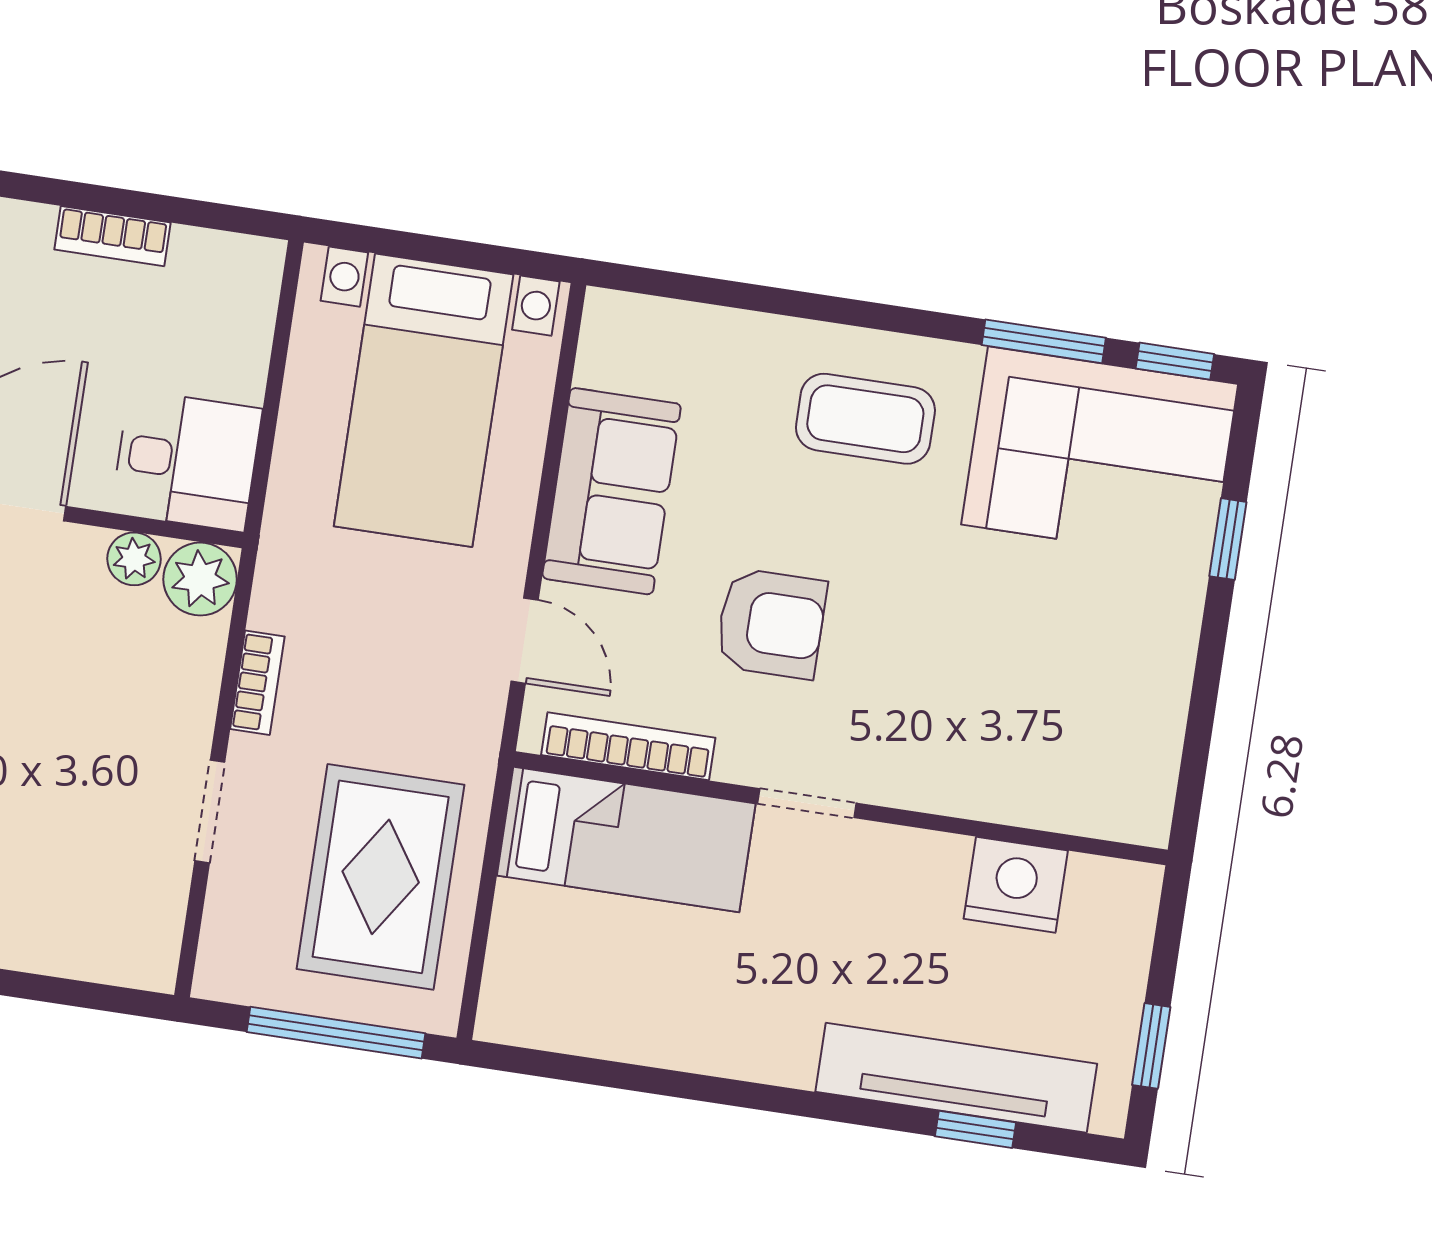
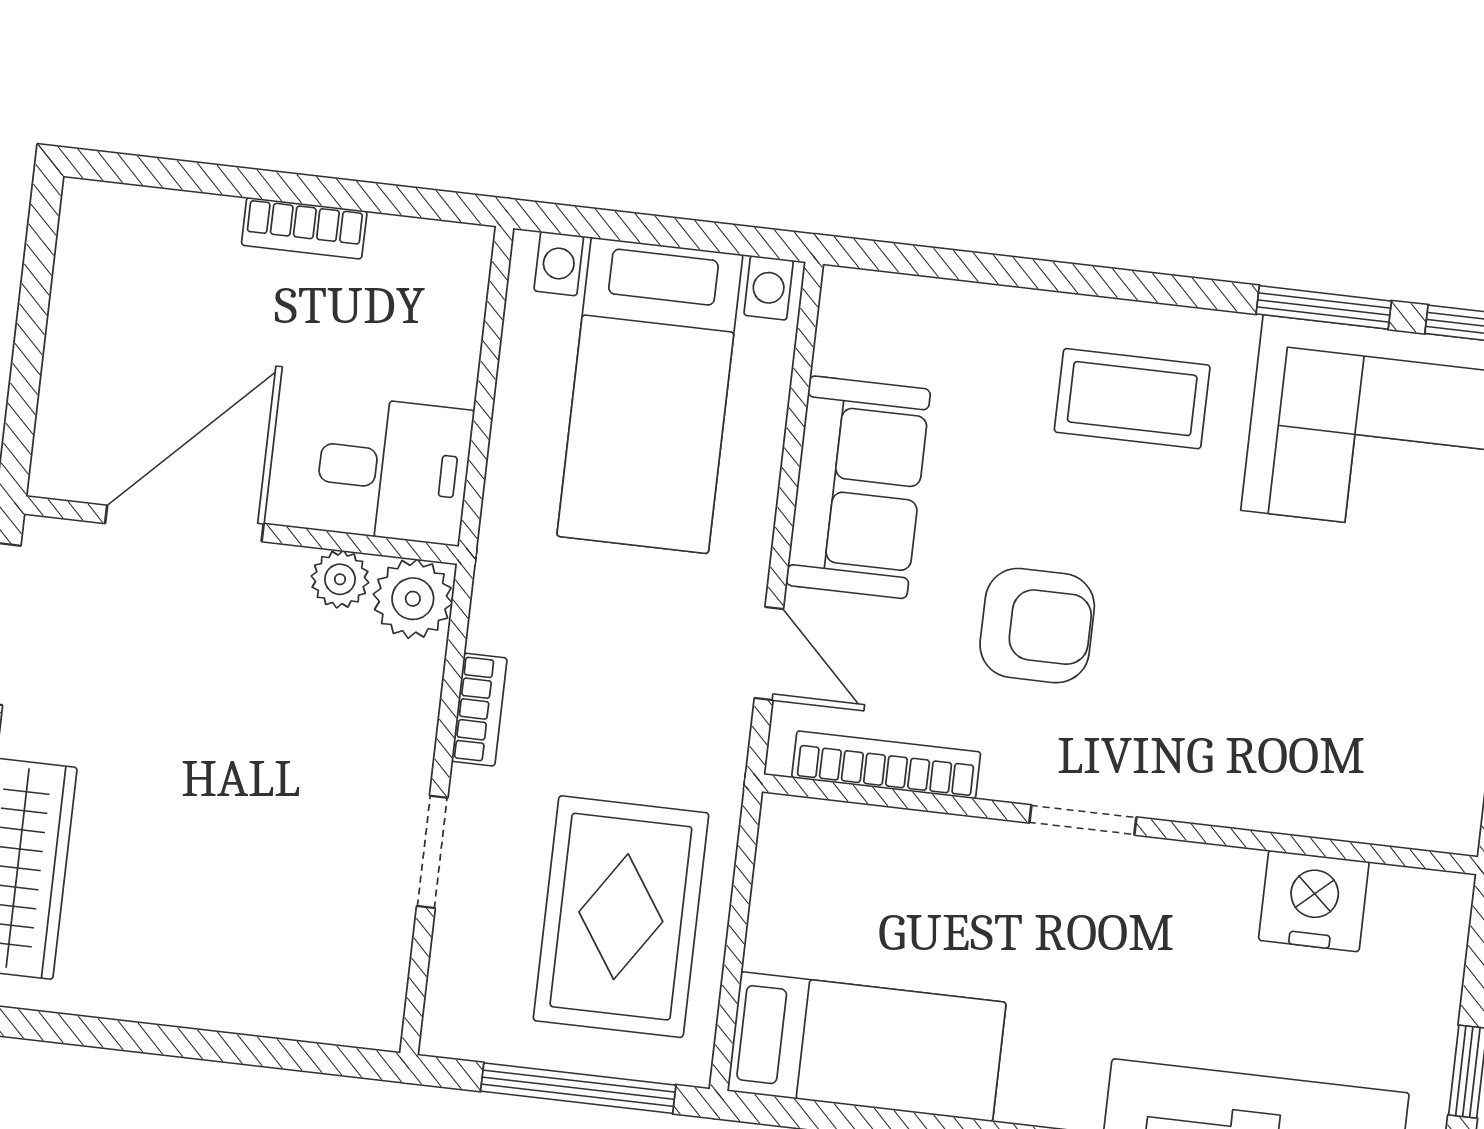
bed: (626, 839) -> (867, 1047), moved

